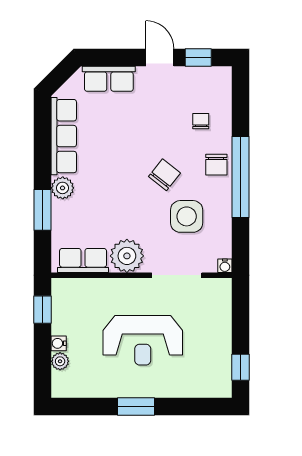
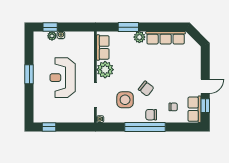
row of seats: (109, 79) -> (195, 109), moved
window: (43, 310) -> (50, 27), moved

